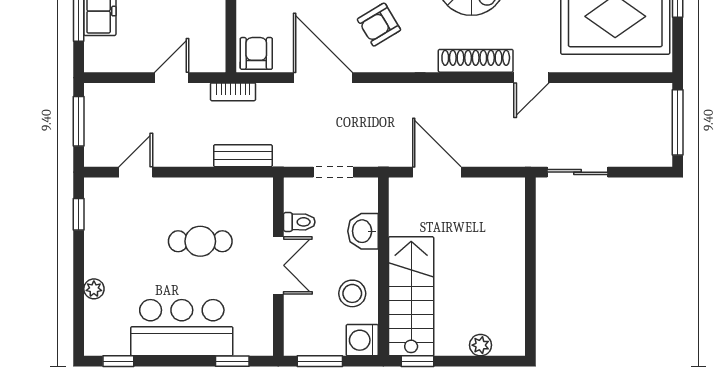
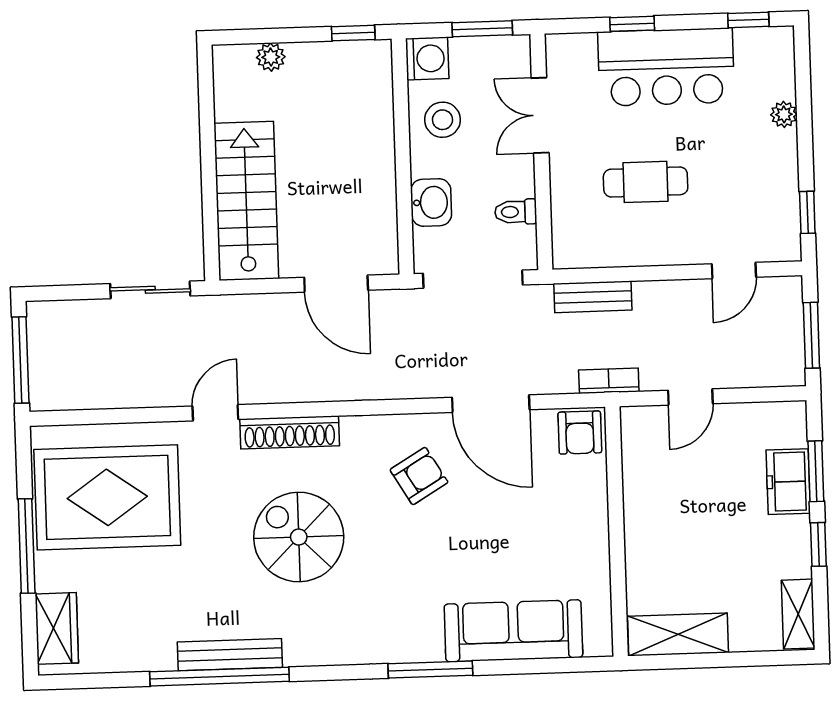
doorway: (333, 172) -> (473, 279), width x1.88
double door: (278, 265) -> (540, 115), moved
stairs: (411, 296) -> (246, 201), moved, turned 180
window: (232, 361) -> (632, 24), moved

